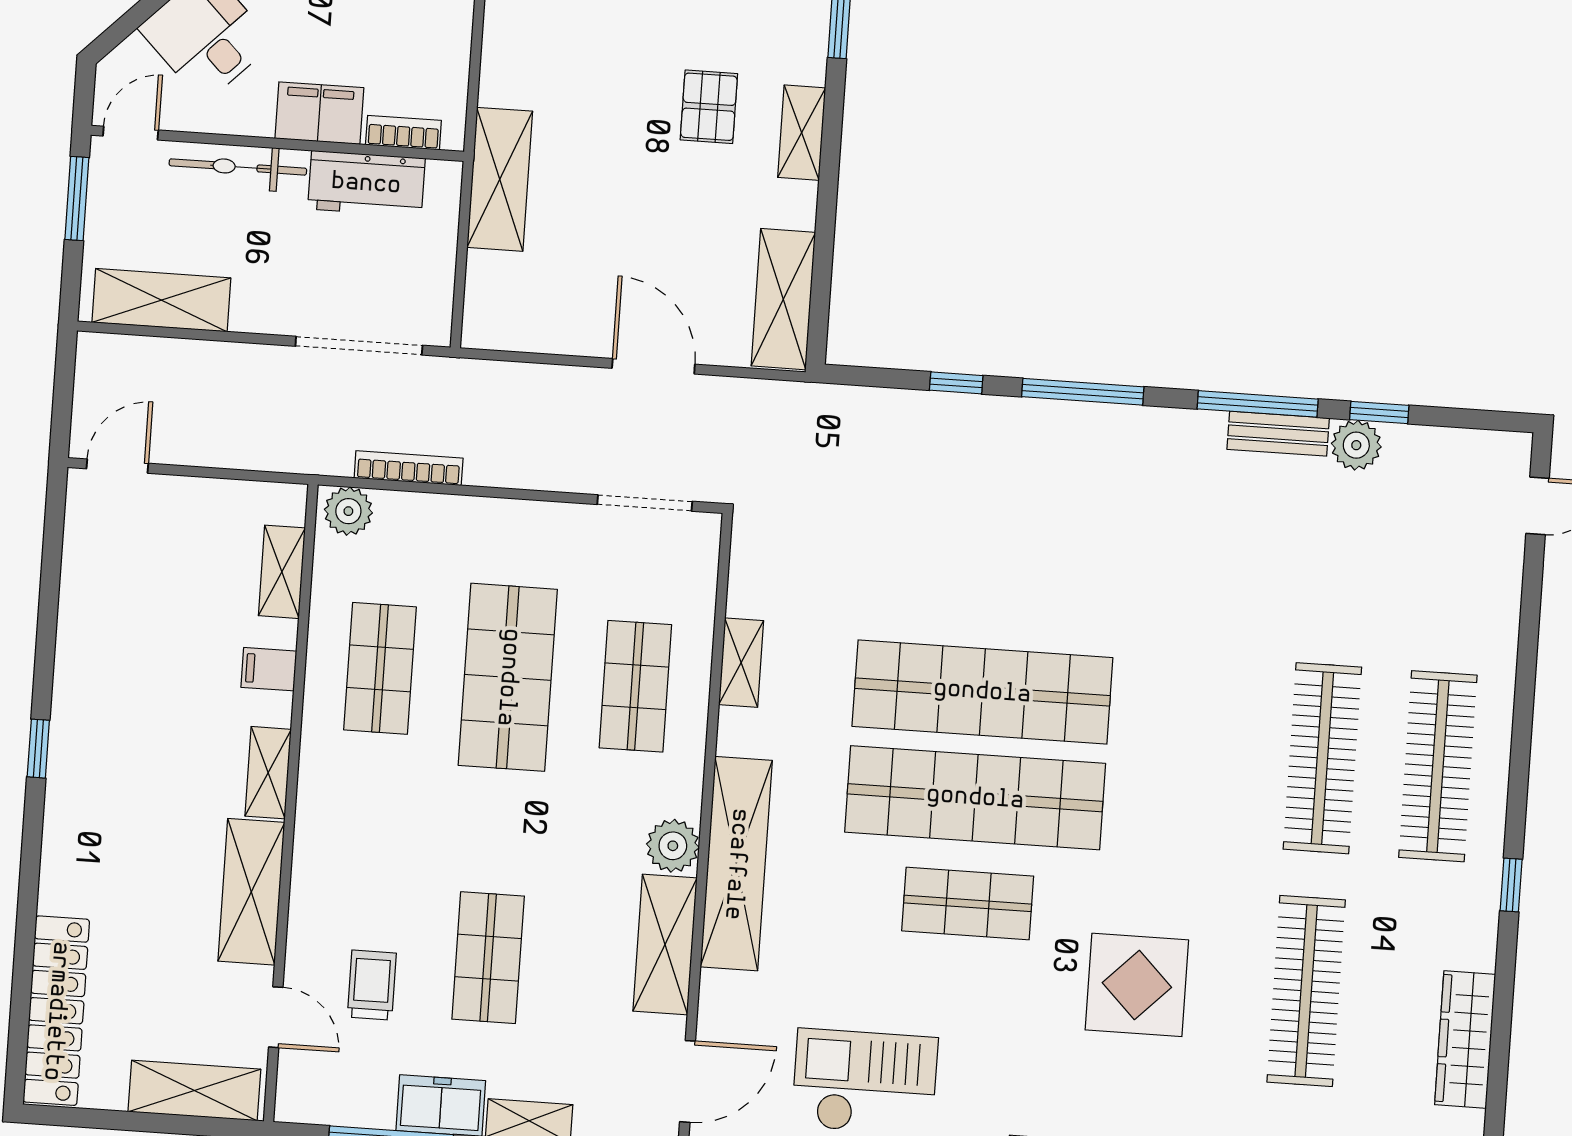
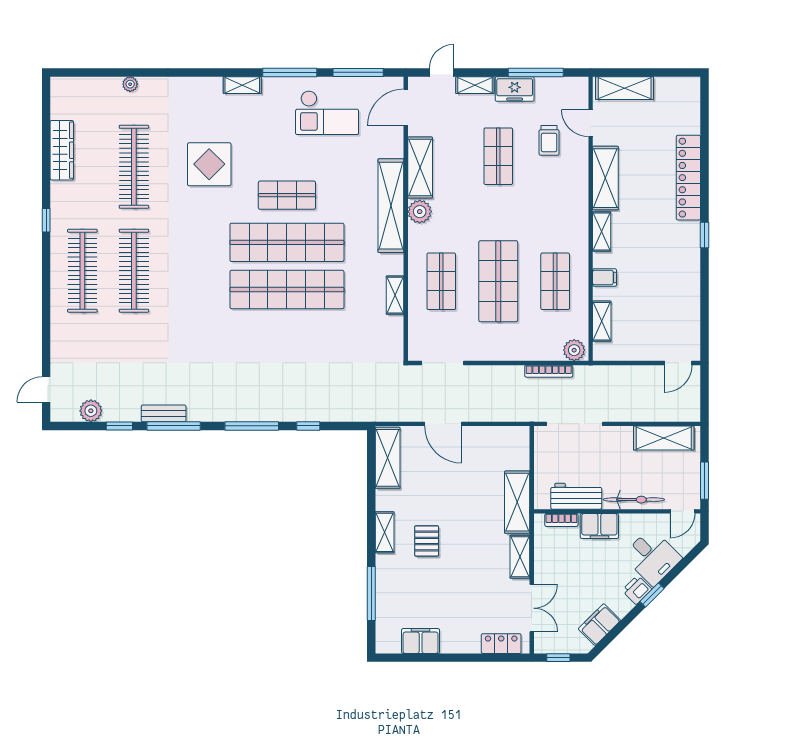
shelving: (502, 57) -> (520, 557), added
plant: (1356, 445) -> (91, 411), moved
locker: (56, 1011) -> (688, 178), moved

